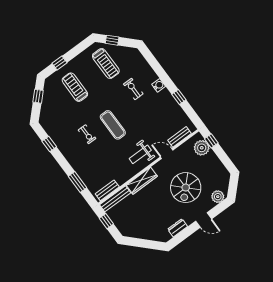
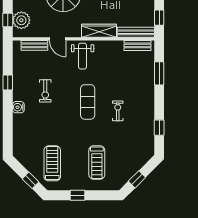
window: (60, 63) -> (77, 195), moved
exercise bike: (133, 89) -> (45, 91), moved
weight bench: (140, 154) -> (83, 56), turned 90

